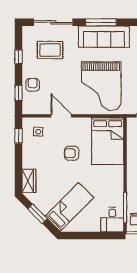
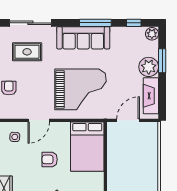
window: (101, 22) -> (95, 23), moved
grand piano: (101, 86) -> (81, 89), turned -90
door: (61, 116) -> (39, 120), swing flipped

